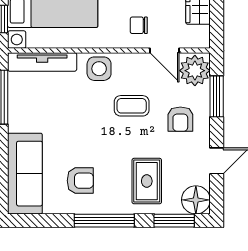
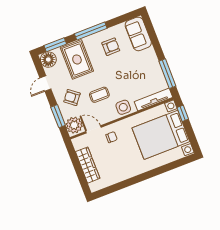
armchair: (180, 119) -> (72, 98), turned -52
sofa: (25, 174) -> (138, 34), width x0.73
armchair: (80, 181) -> (111, 47), turned 180
rug: (147, 181) -> (77, 59), width x1.36, depth x1.43

